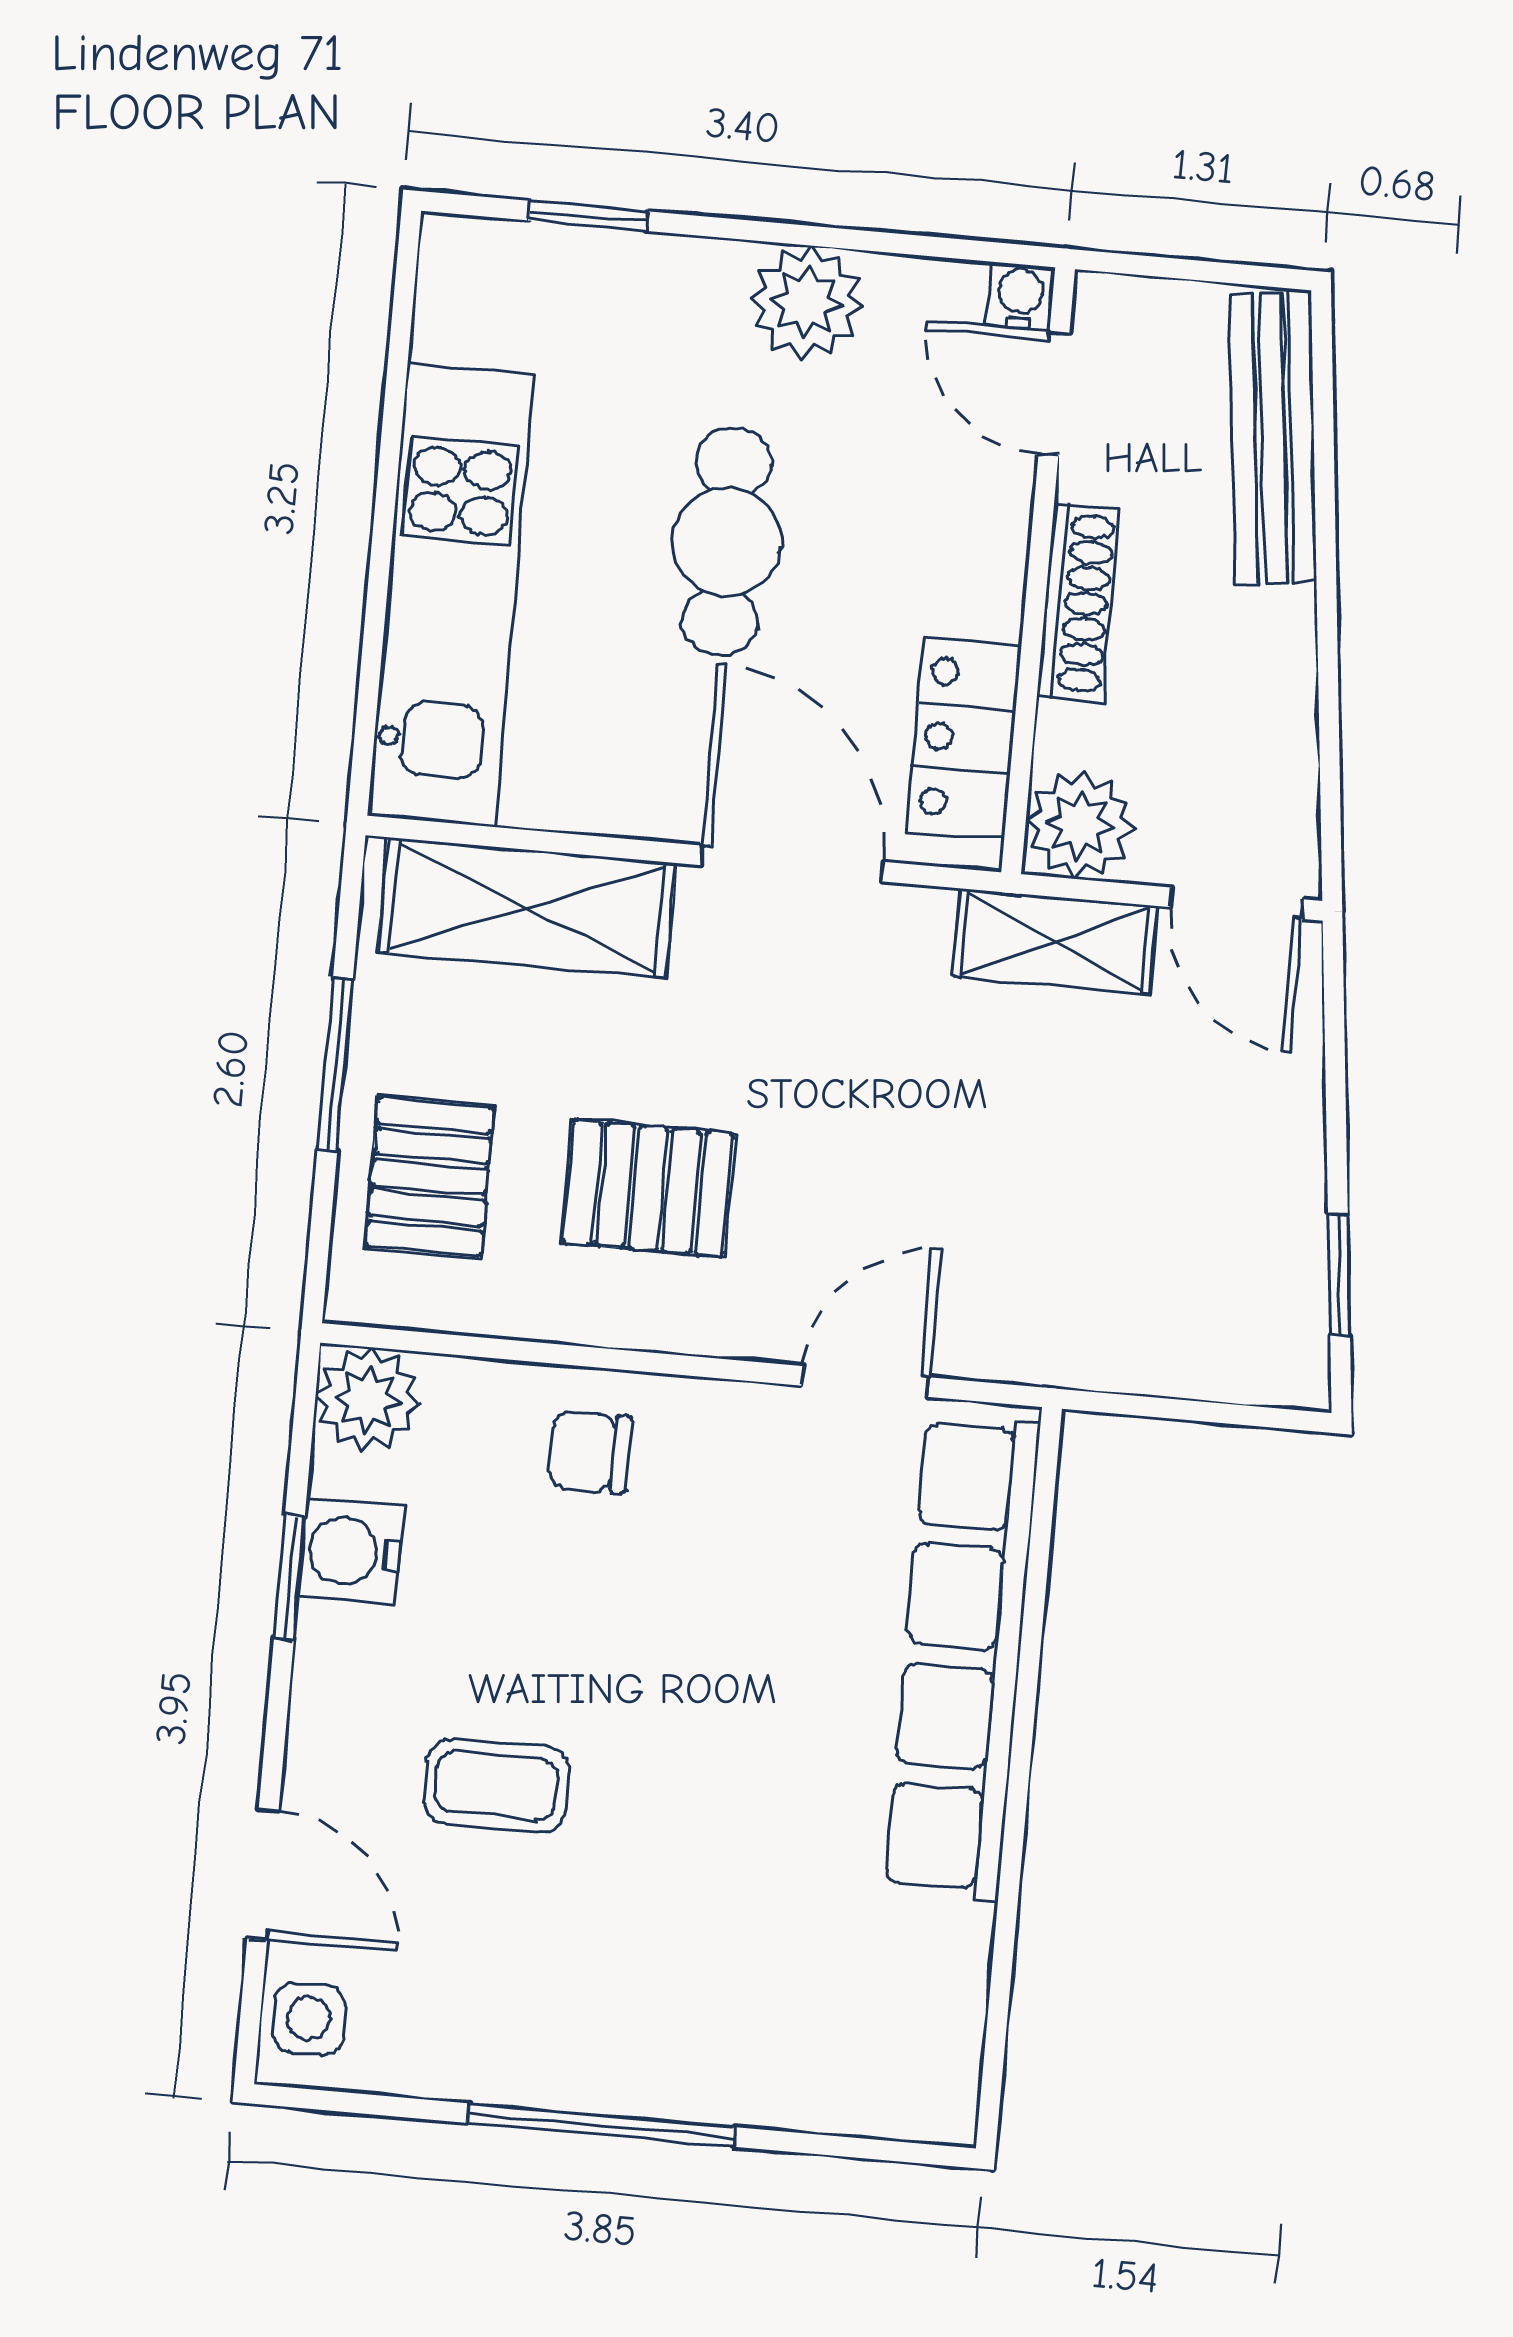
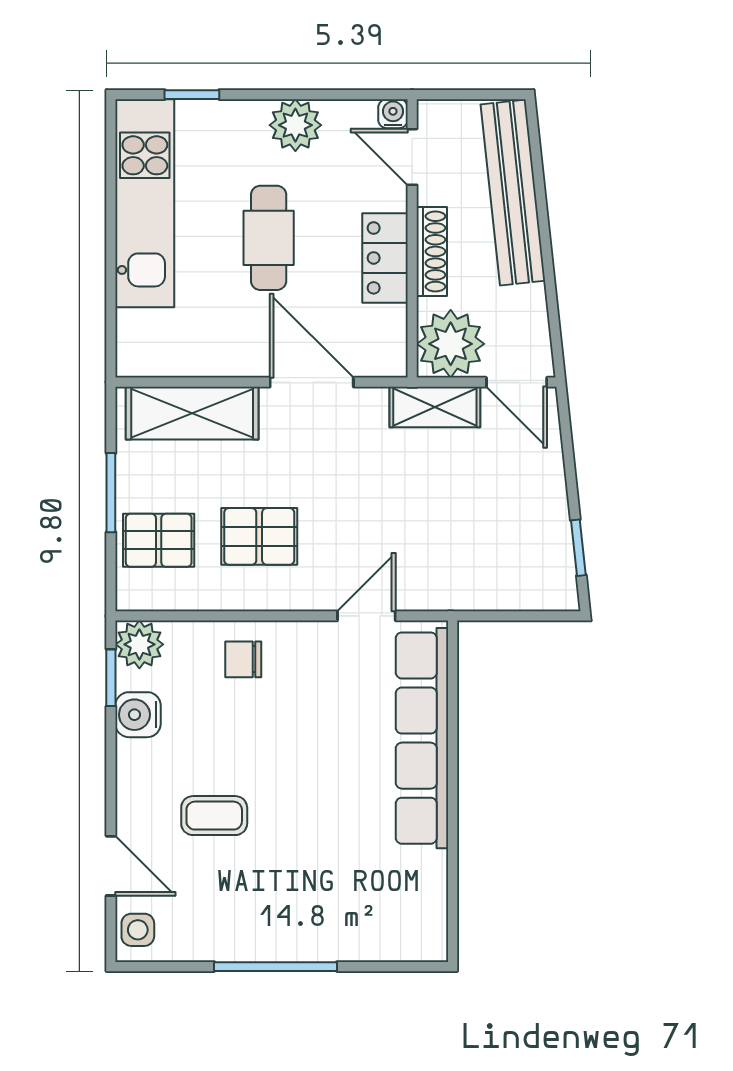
bench: (1273, 437) -> (513, 193), width x1.37, depth x1.21
kitchen unit: (451, 595) -> (145, 203), moved
locker: (964, 739) -> (385, 258), moved
plant: (1080, 825) -> (451, 344), width x1.36, depth x1.36
pallet: (429, 1177) -> (159, 540), turned 90
window: (289, 1578) -> (111, 678), moved

